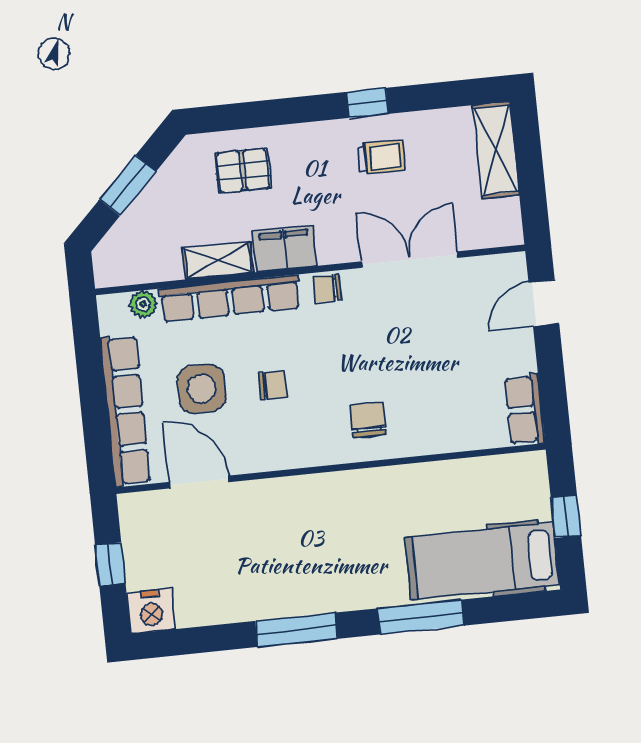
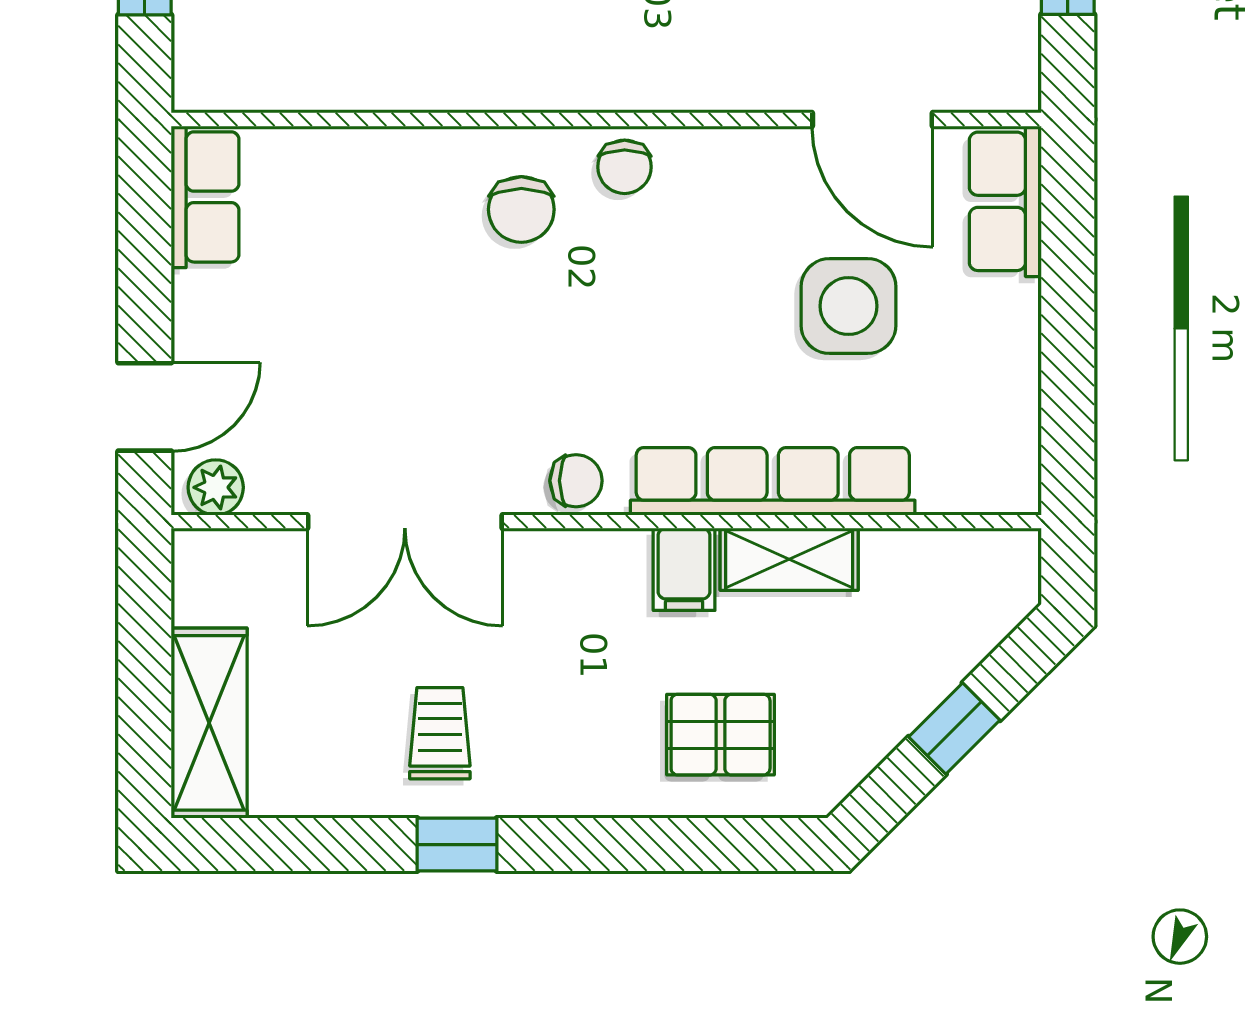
trolley: (382, 157) -> (440, 733), turned 90
window: (128, 186) -> (954, 729), width x0.67
filing cabinet: (285, 249) -> (684, 569), width x0.50
plant: (143, 304) -> (216, 487), moved
chair: (273, 385) -> (625, 167), moved, turned -90
row of seats: (126, 411) -> (1005, 201), width x0.50

